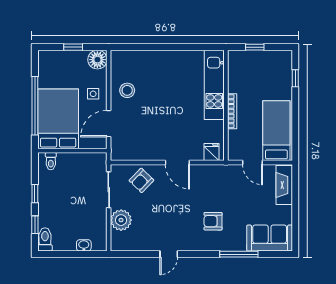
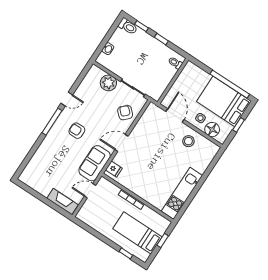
floor lamp: (97, 60) -> (212, 130), moved
kitchen unit: (214, 85) -> (182, 193), moved, turned -90
window: (35, 106) -> (230, 84), moved
bed: (58, 119) -> (224, 101), moved, turned 180
bed: (276, 131) -> (137, 233), moved, turned 180
armchair: (213, 221) -> (77, 131), moved, turned -90
sofa: (270, 238) -> (95, 163), moved, turned 180
door: (169, 254) -> (67, 99), swing flipped
window: (239, 254) -> (52, 122), moved

